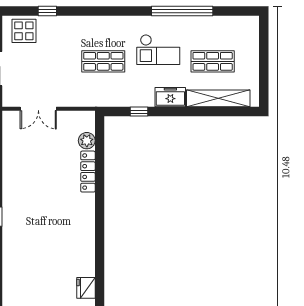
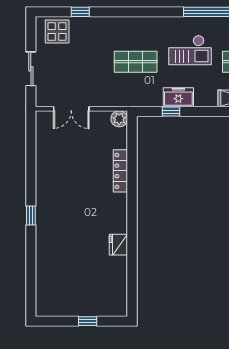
freezer: (170, 97) -> (178, 97), moved
plant: (87, 141) -> (119, 119), moved
fridge: (86, 288) -> (118, 245), moved

